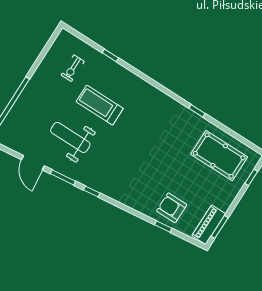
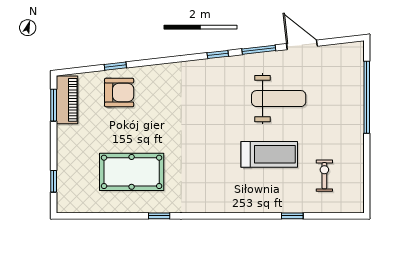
pool table: (219, 156) -> (132, 172), moved

